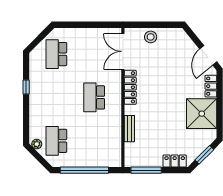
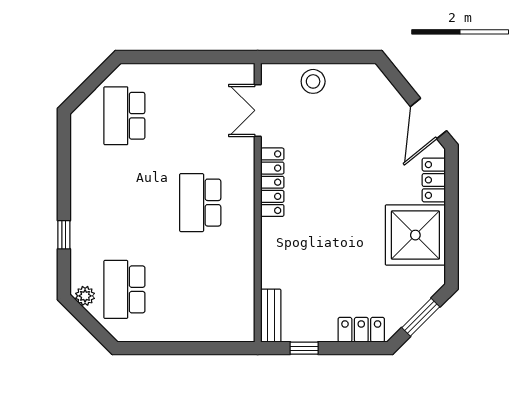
double door: (123, 51) -> (258, 110), width x0.73
window: (26, 87) -> (64, 235), moved
bench: (129, 129) -> (271, 316), moved
window: (84, 170) -> (180, 348), removed
window: (146, 170) -> (304, 348), width x0.46

